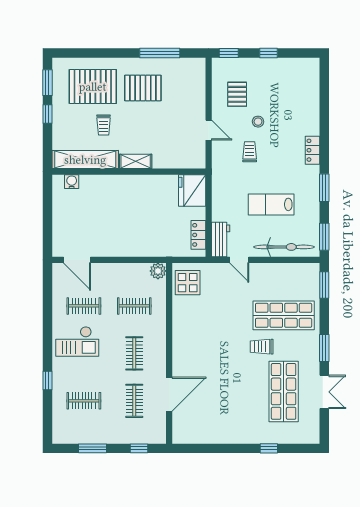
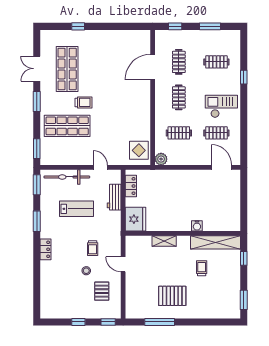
pallet: (93, 87) -> (210, 297), removed
window: (47, 114) -> (244, 258), moved
shelving: (136, 161) -> (164, 241), moved
water cooler: (72, 182) -> (197, 226), moved
workbench: (221, 239) -> (114, 197), moved

